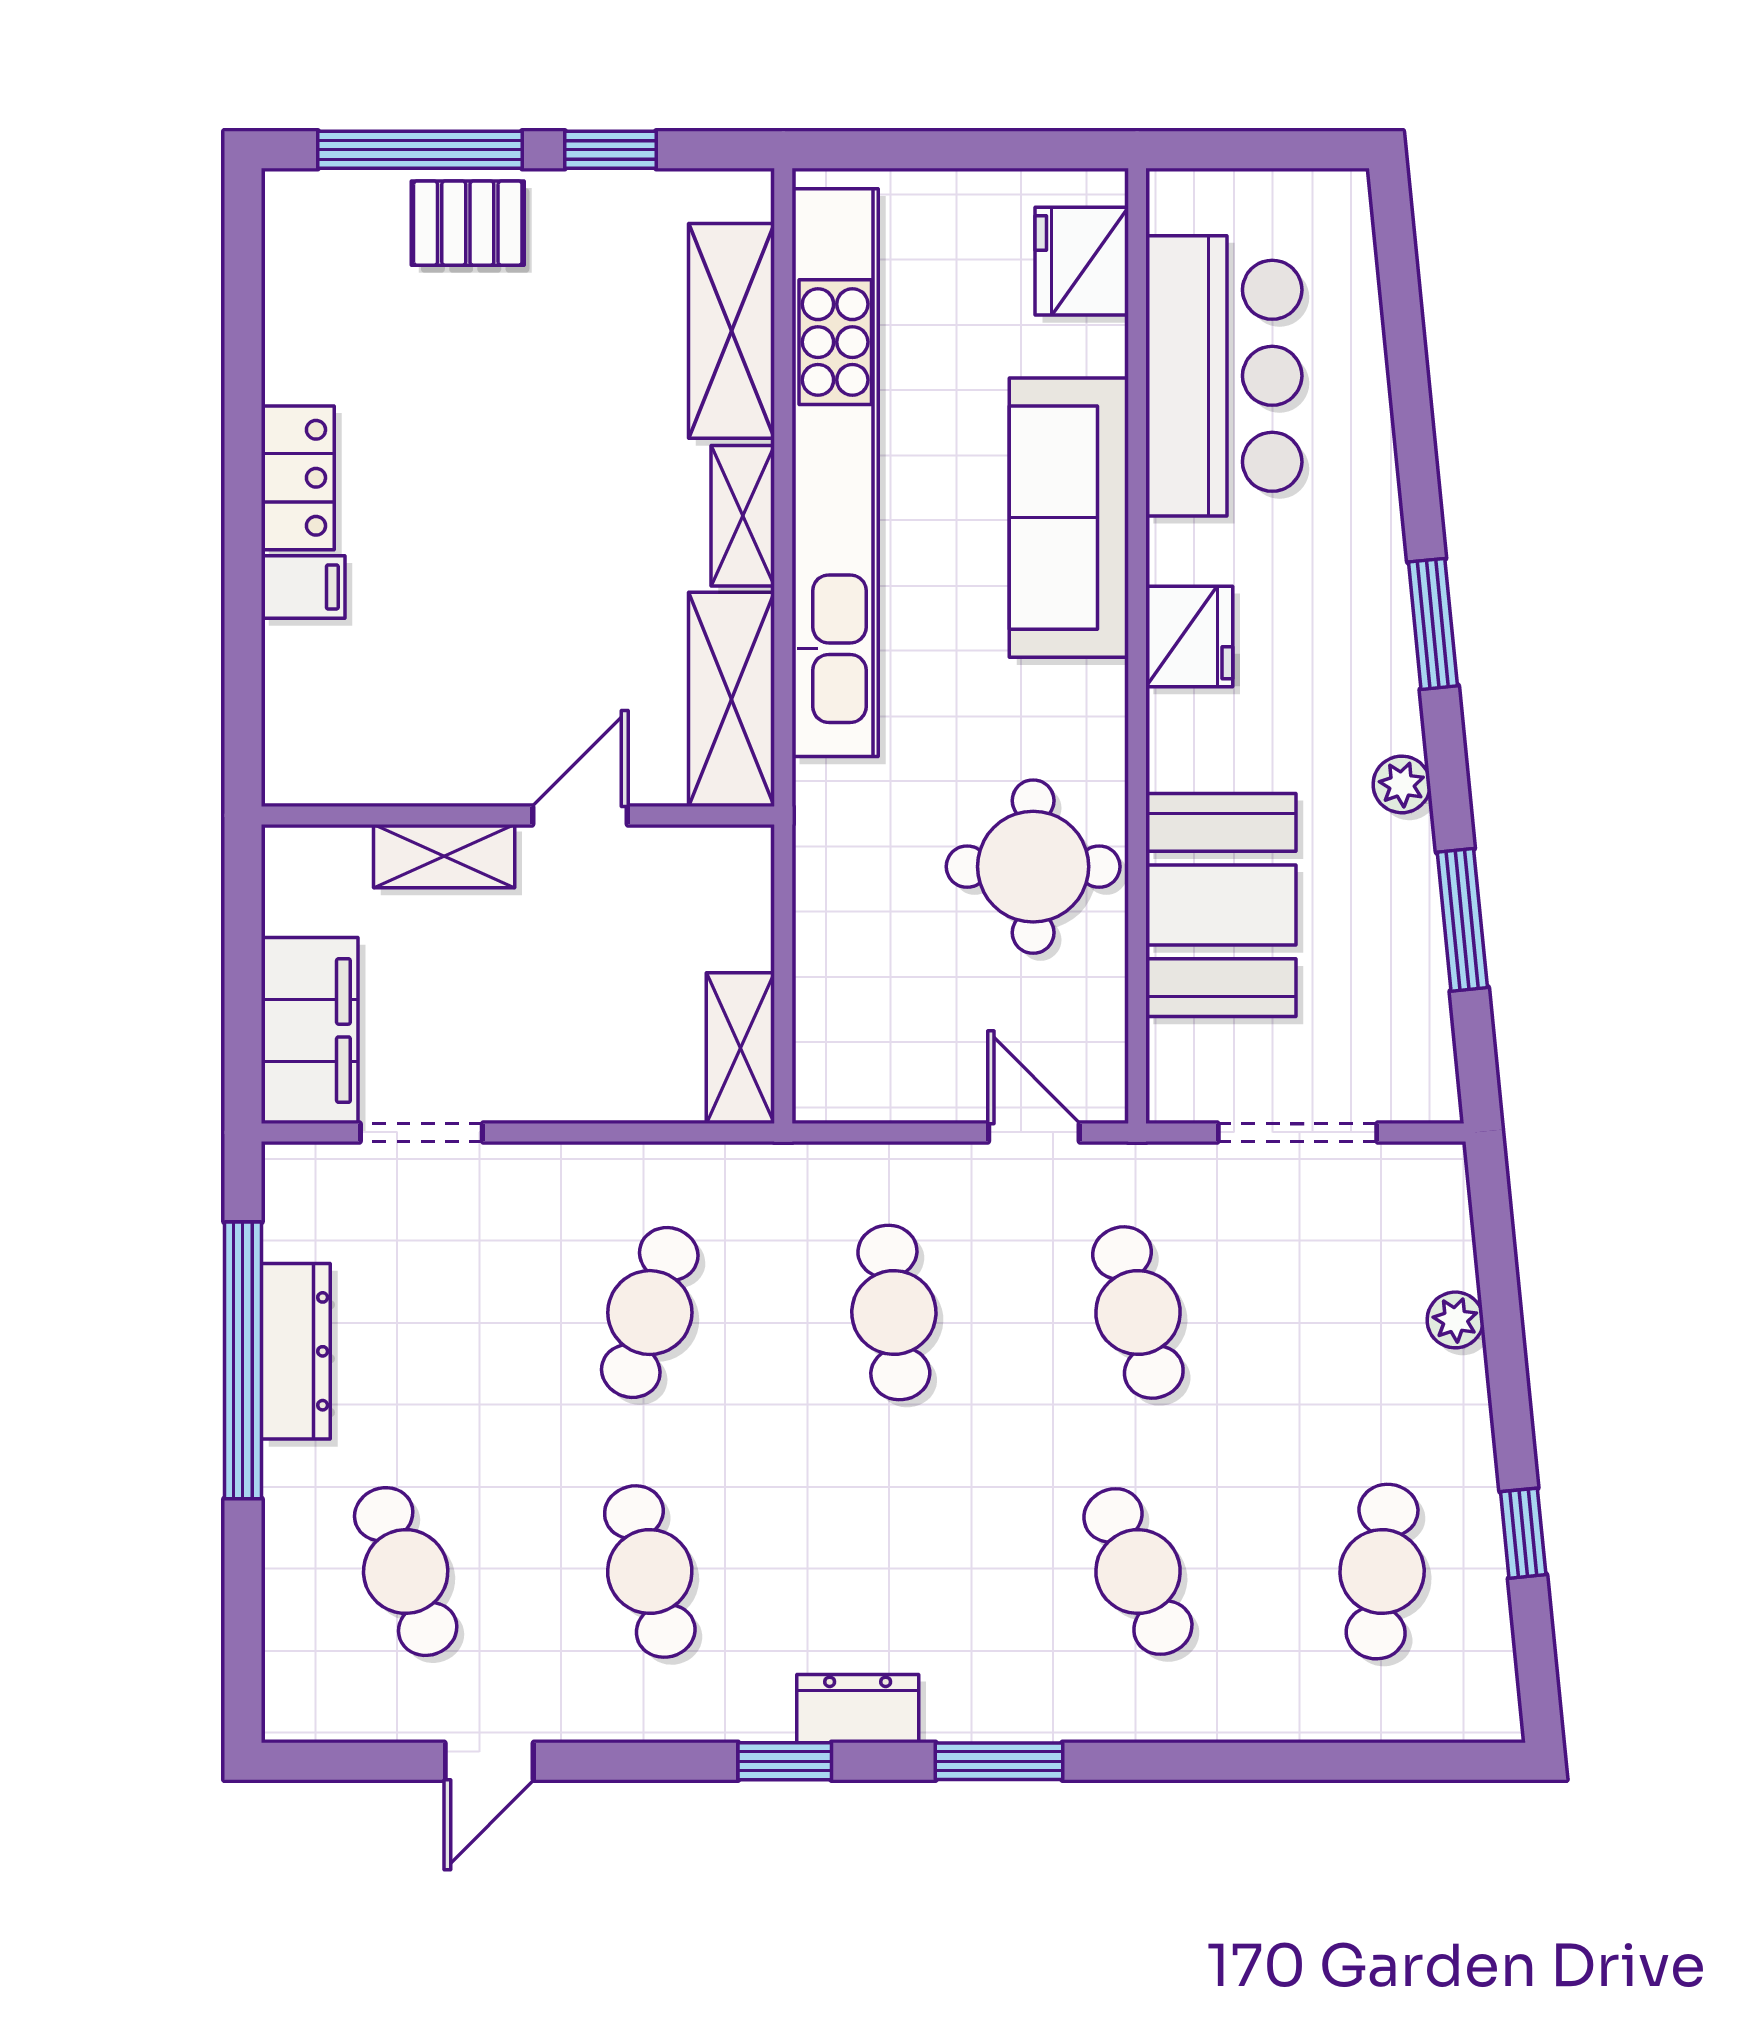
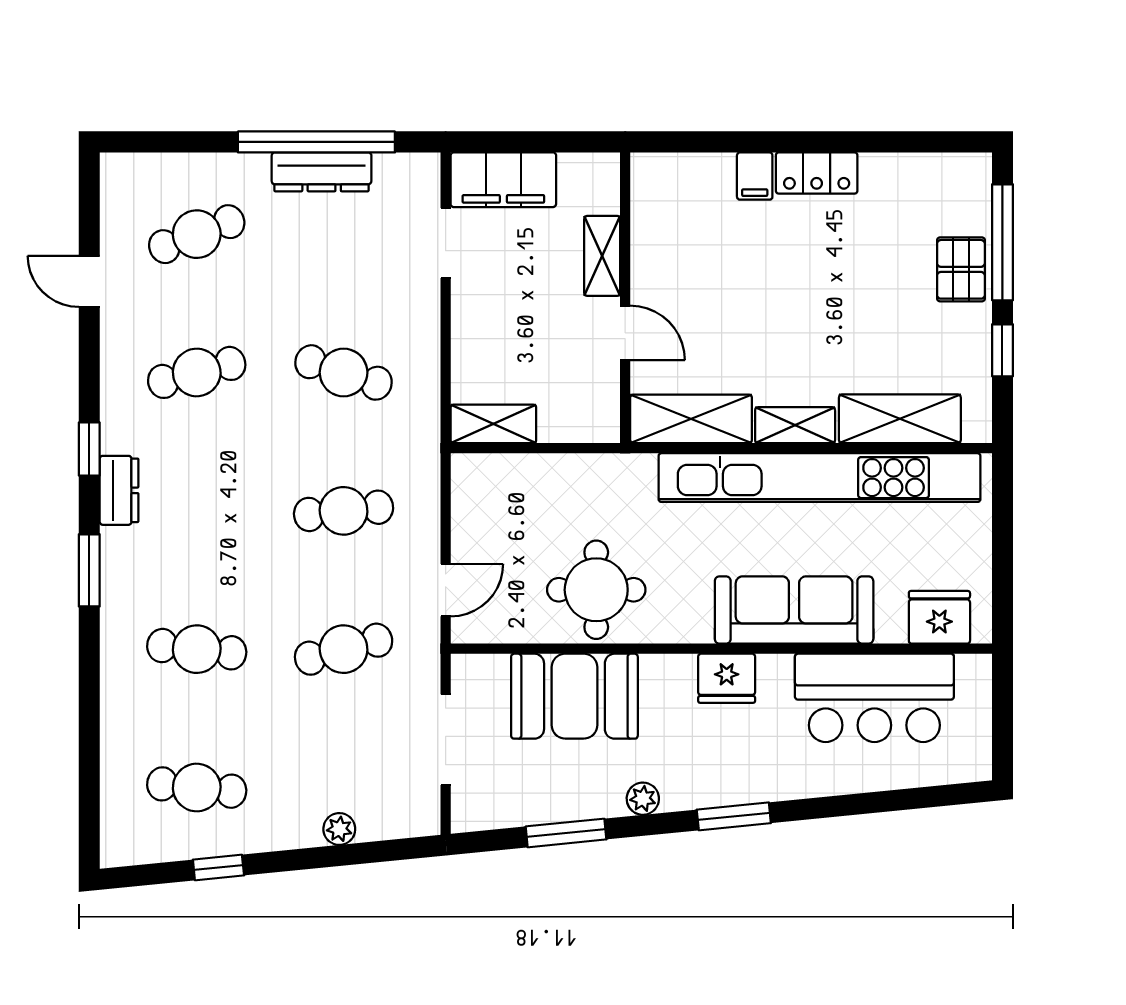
cafe table: (1138, 1572) -> (197, 649), turned 30

